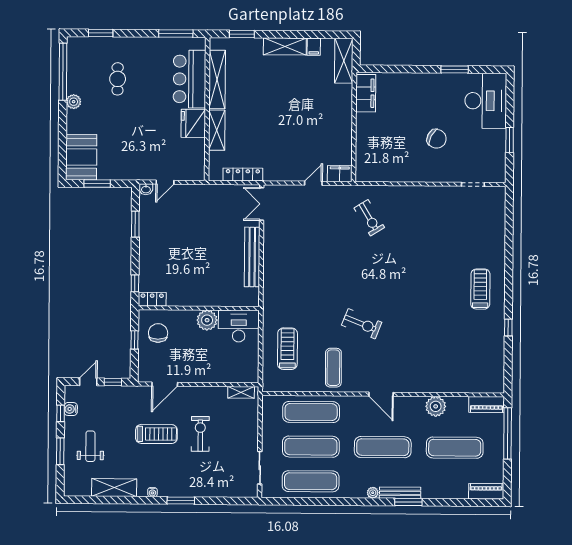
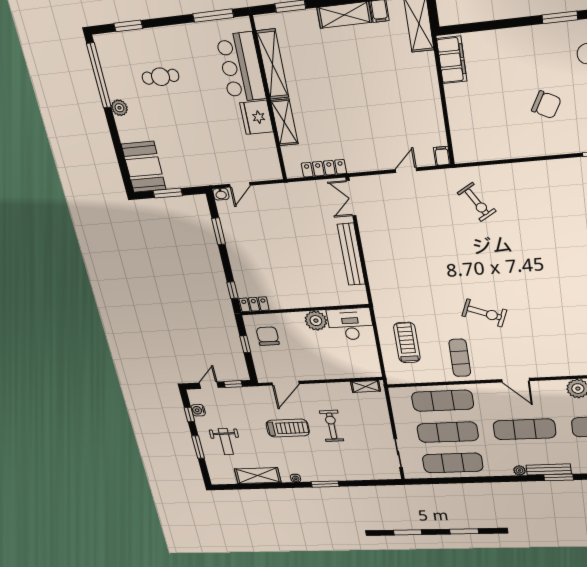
cafe table: (118, 79) -> (160, 77), turned 90
filing cabinet: (340, 174) -> (442, 156), width x0.50
weight bench: (90, 446) -> (226, 442), turned 180

